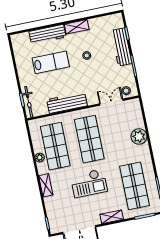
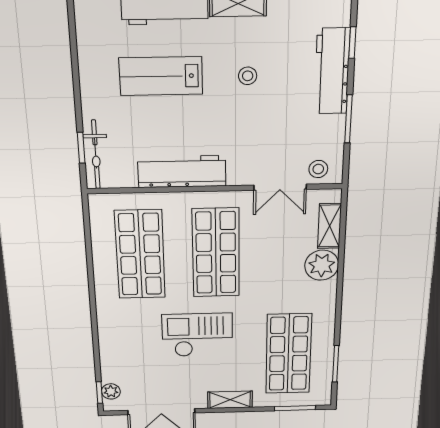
lab bench: (51, 62) -> (161, 76), turned 180
double door: (111, 102) -> (280, 187), swing flipped
plant: (40, 158) -> (111, 391), moved
checkout: (89, 183) -> (197, 335), turned 180
shelving: (46, 185) -> (330, 226), moved

